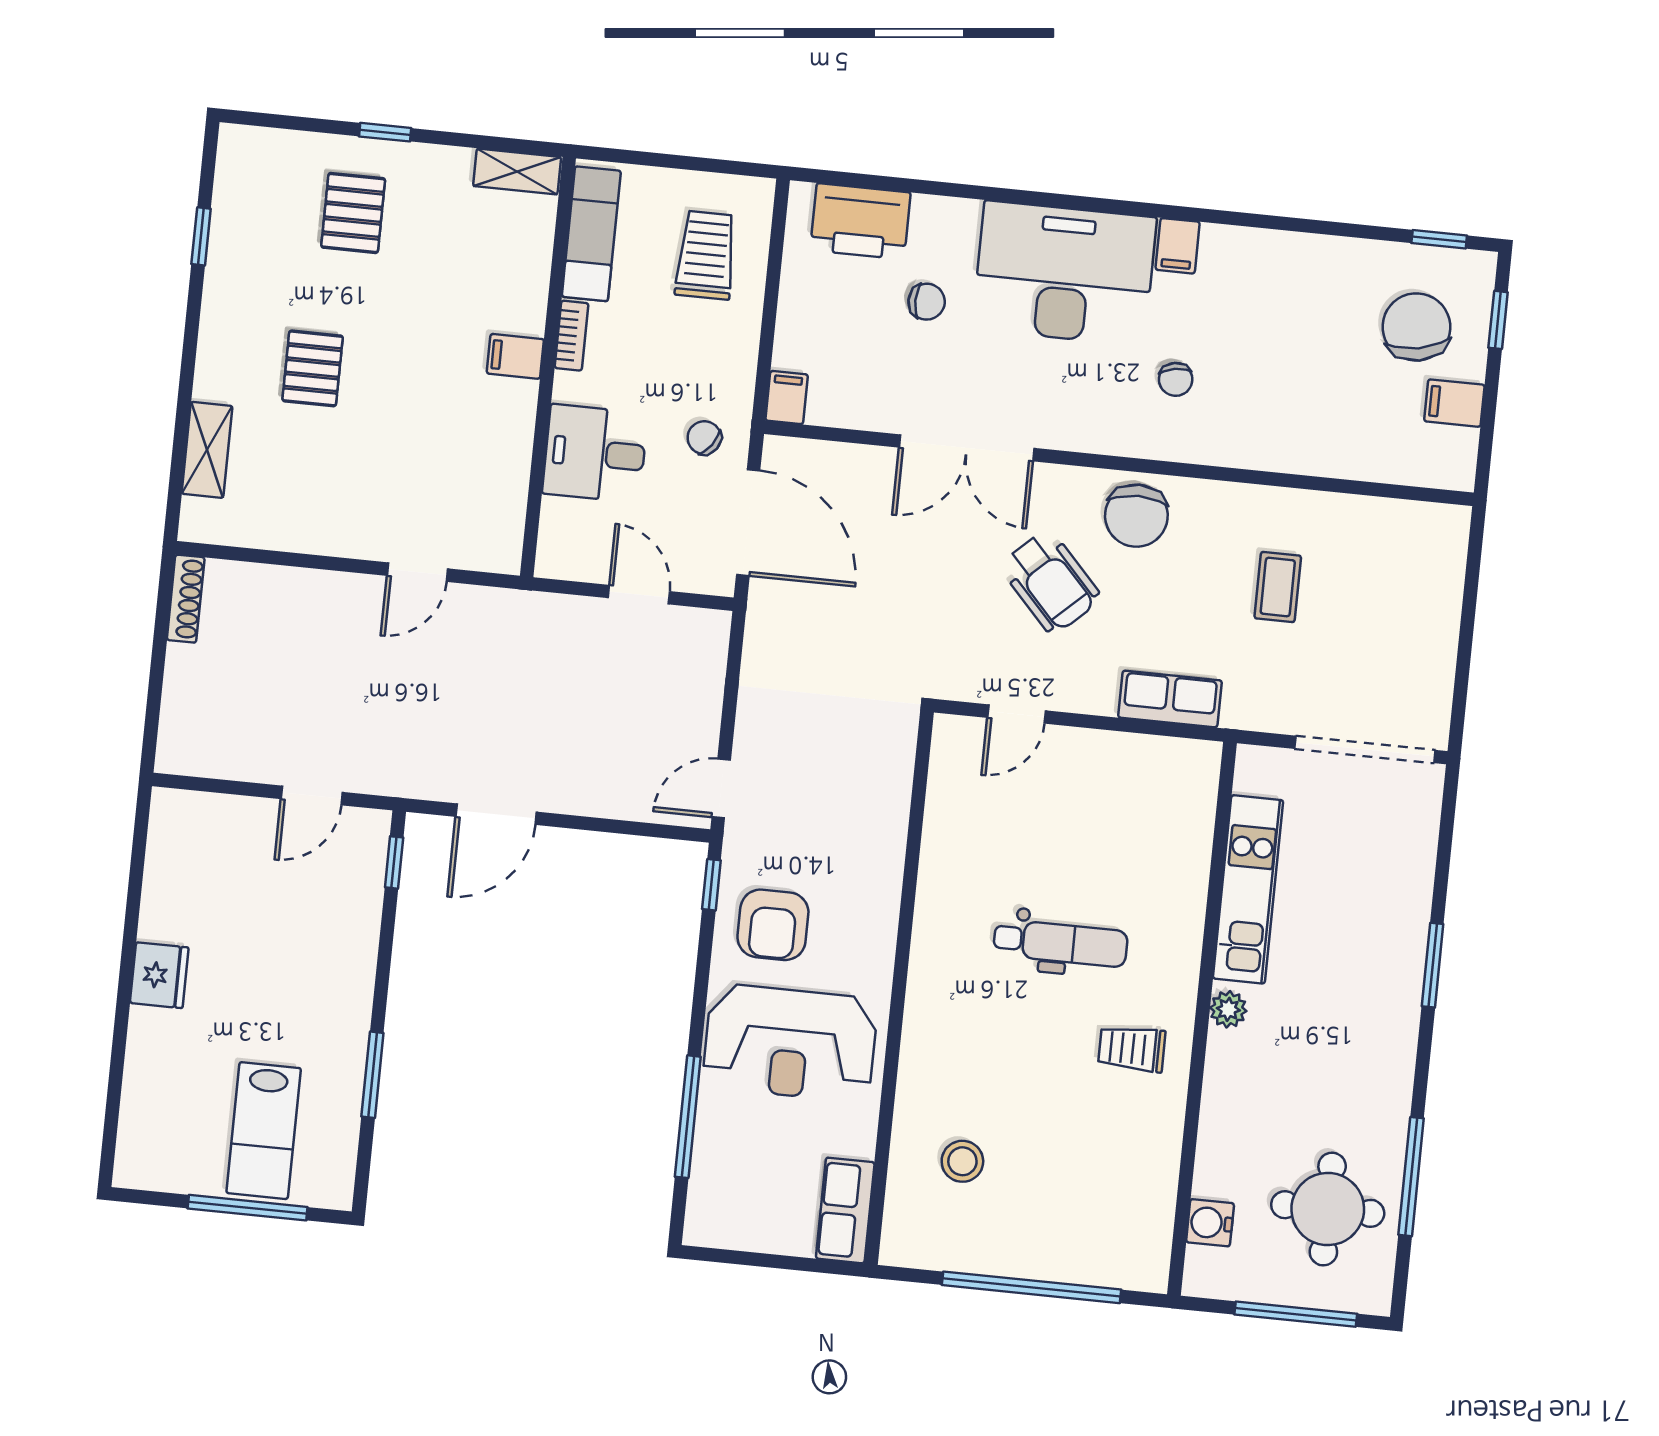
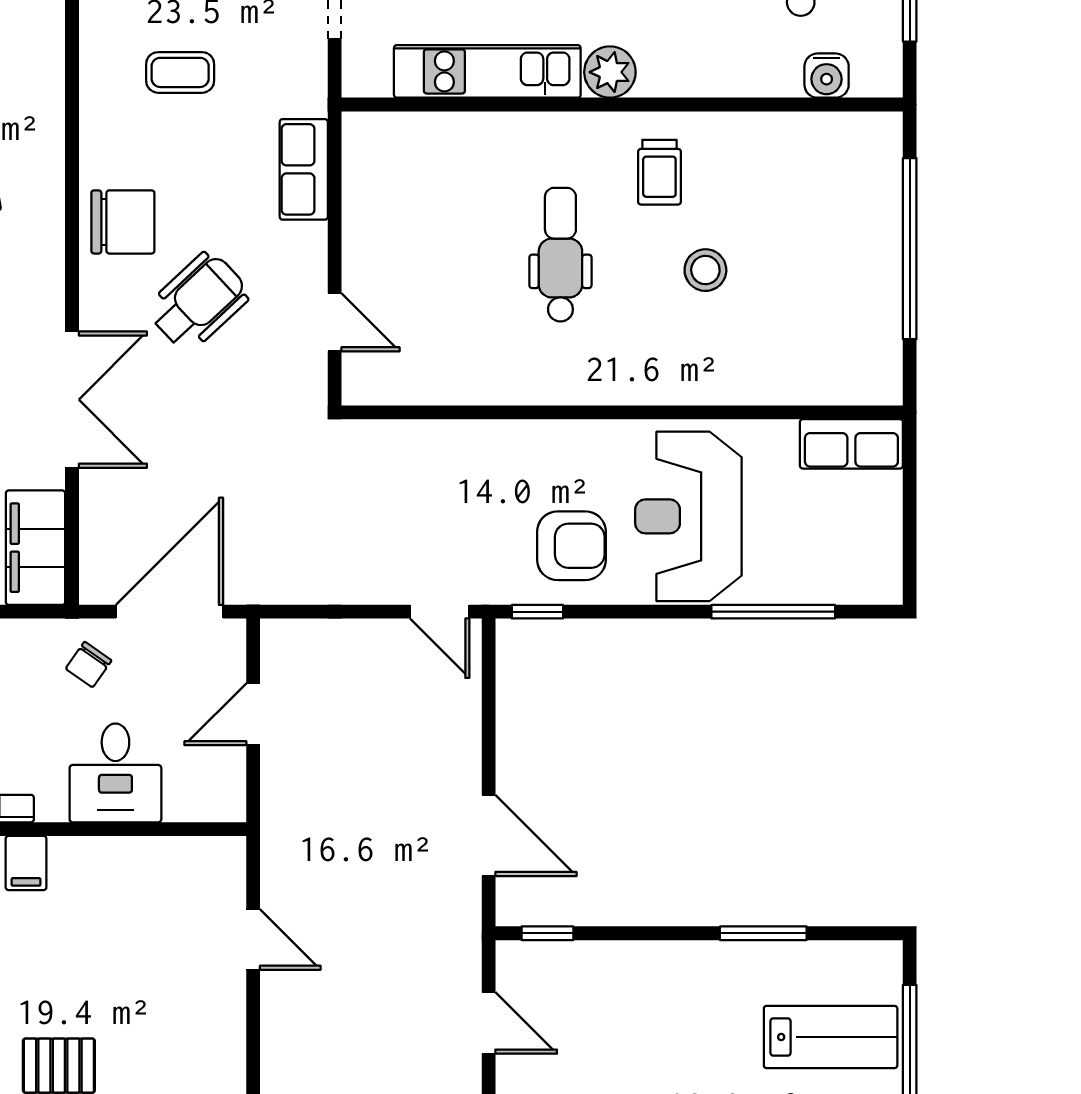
filing cabinet: (787, 398) -> (35, 548), width x3.00, depth x1.17
plant: (1228, 1009) -> (610, 72), width x1.38, depth x1.38
reception desk: (790, 1043) -> (688, 516), turned 180
stool: (962, 1161) -> (705, 270), moved

